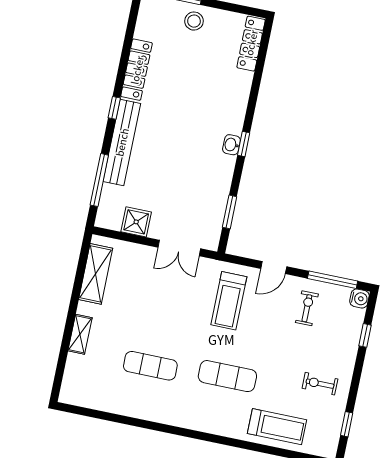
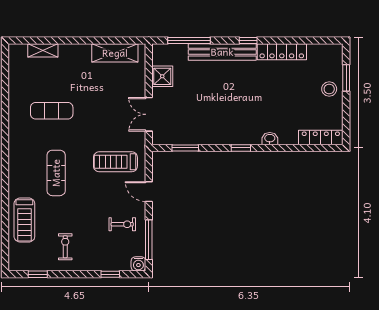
washbasin: (231, 145) -> (270, 139), moved
shelving: (80, 334) -> (43, 50), moved
exercise mat: (150, 366) -> (52, 111), turned 90

